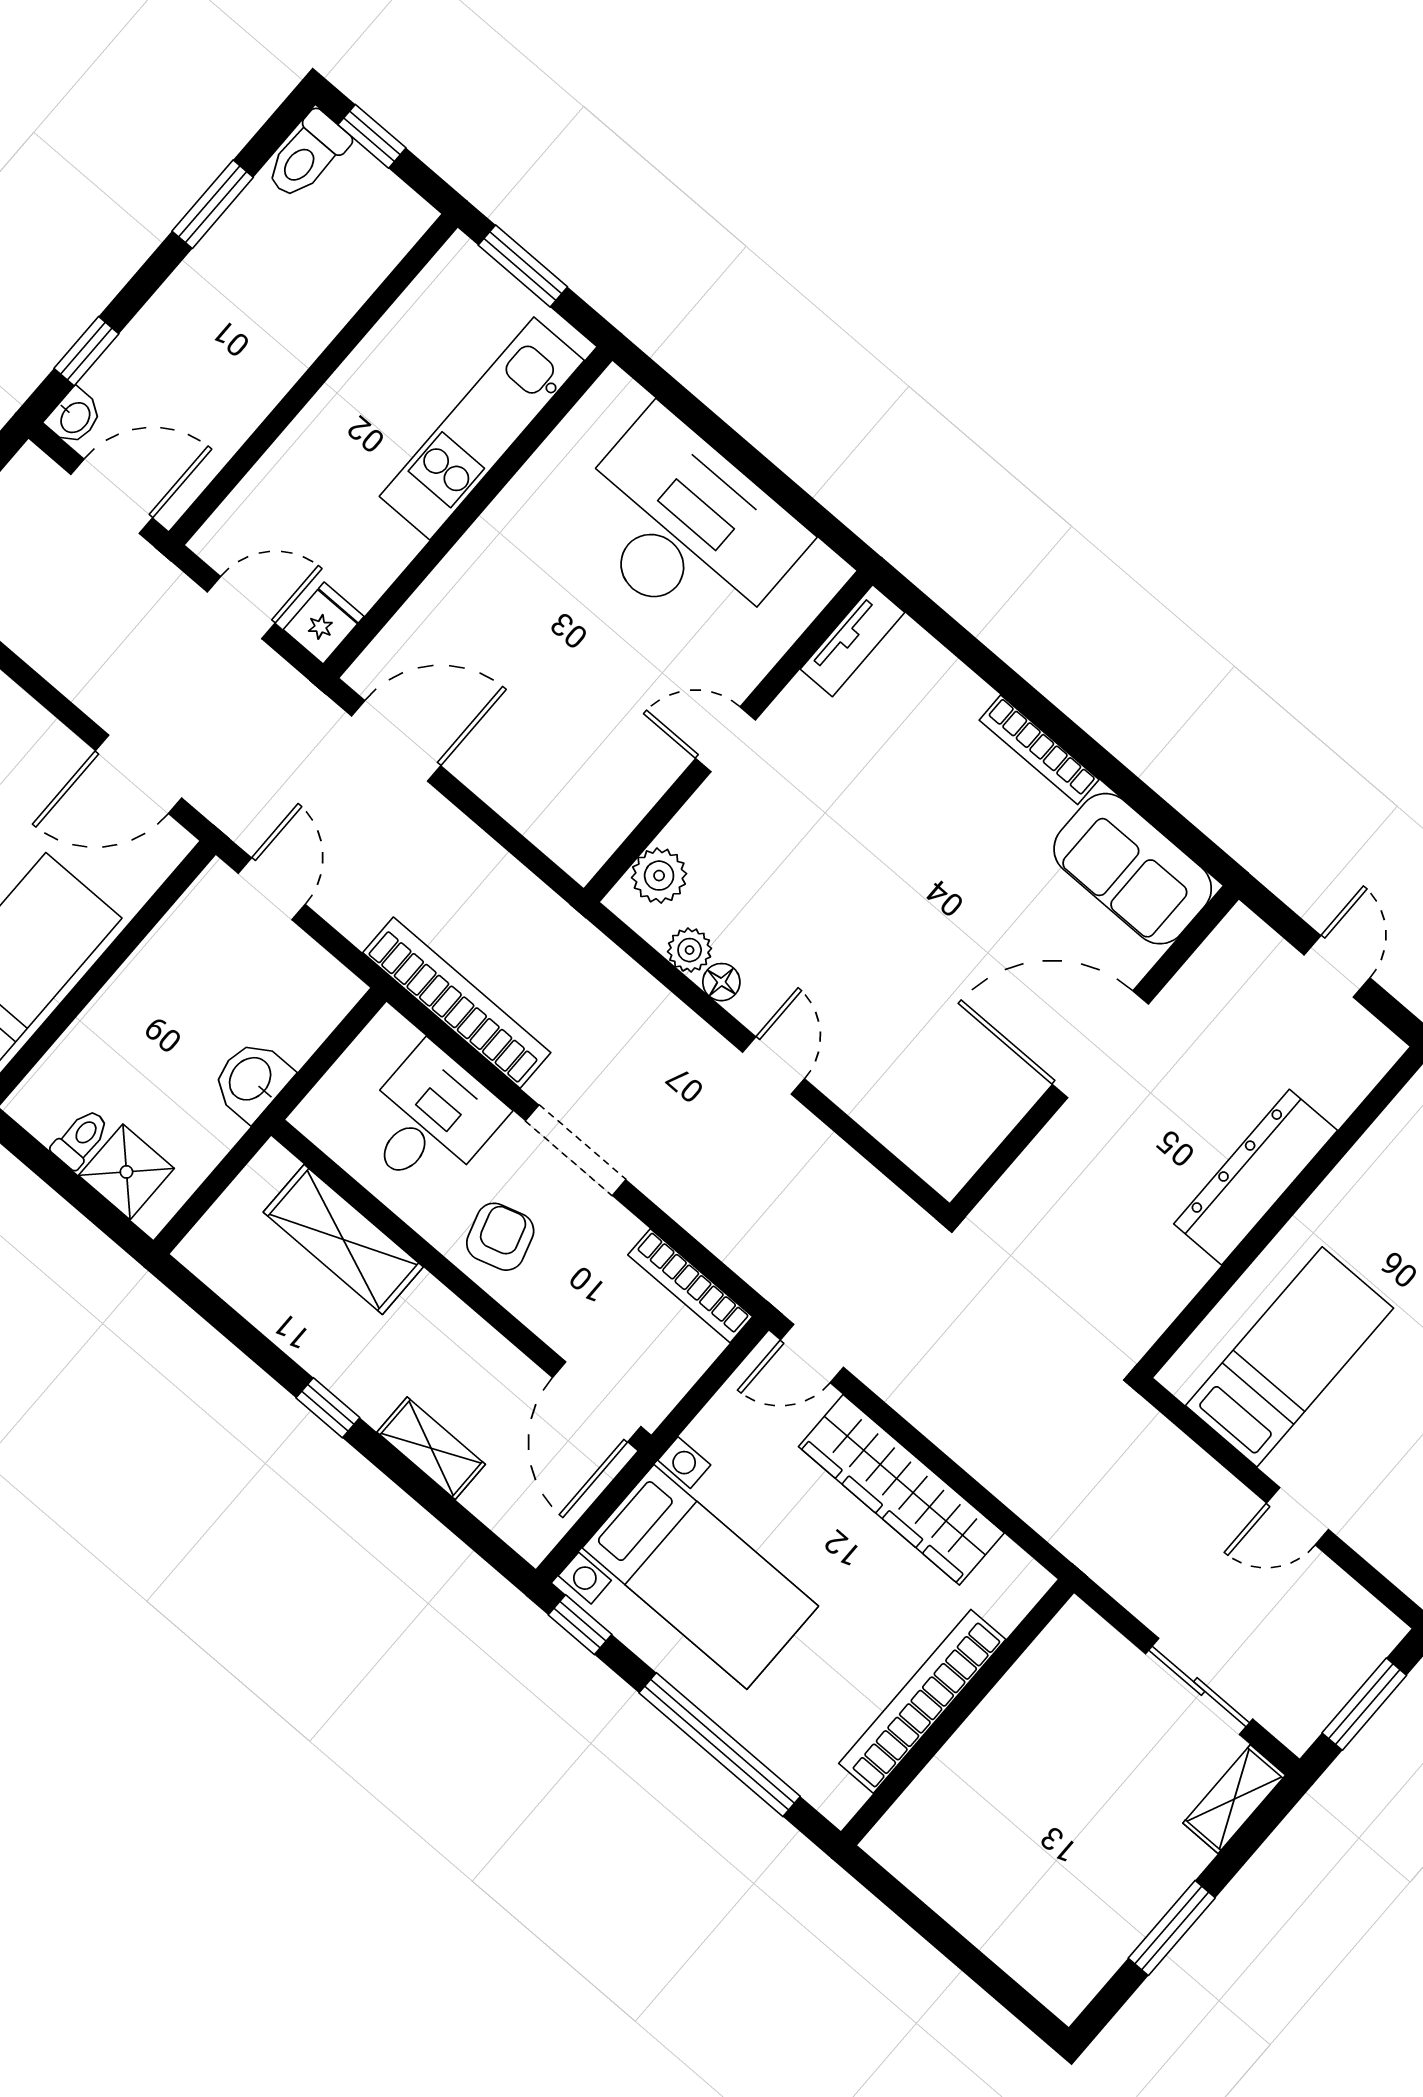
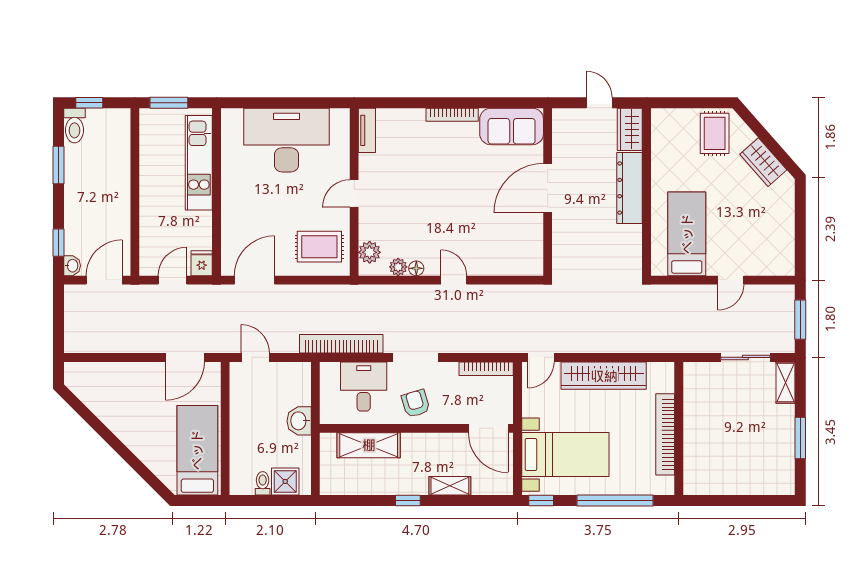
rug: (573, 783) -> (319, 247), added
wardrobe: (1352, 1067) -> (630, 129), added

